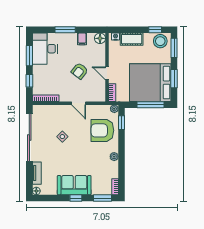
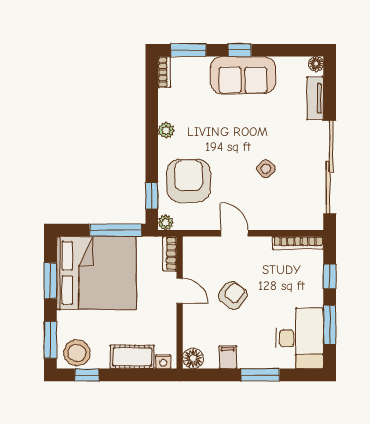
window: (150, 105) -> (115, 230), moved
armchair: (102, 130) -> (189, 181), turned -90

